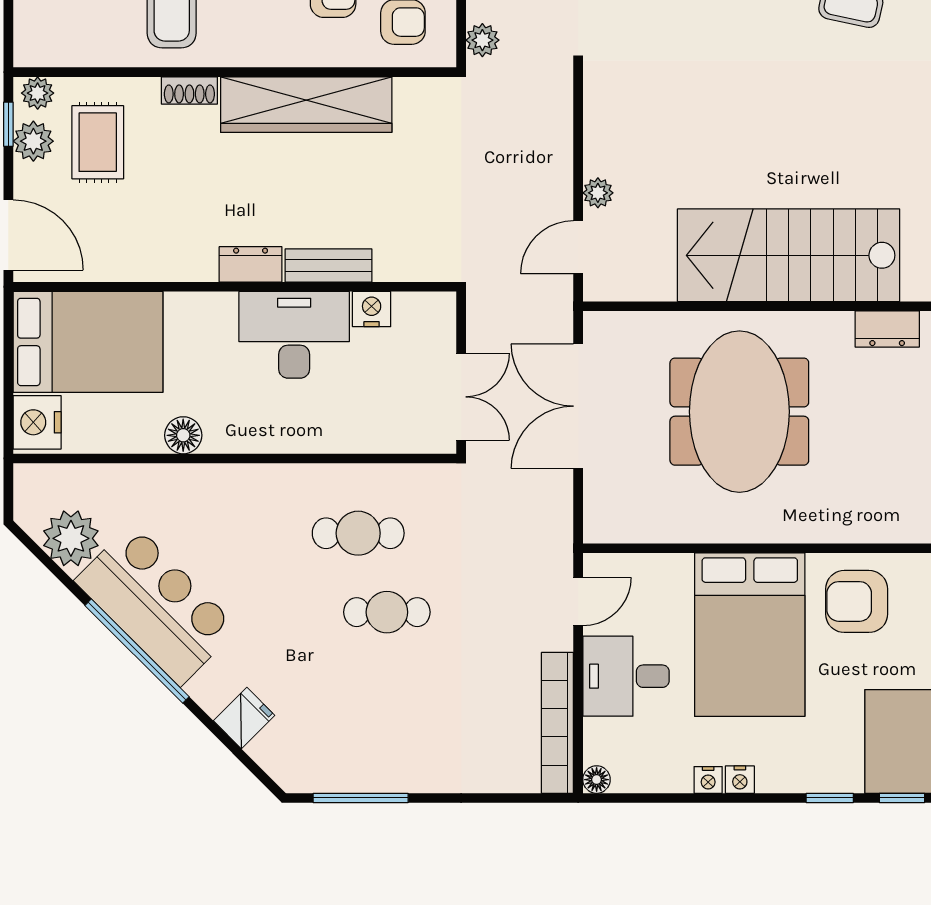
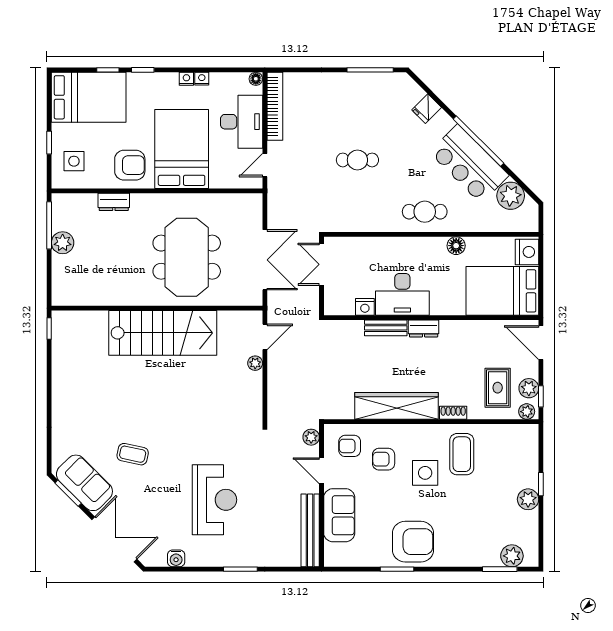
dresser: (887, 329) -> (114, 202), moved, turned 180
cafe table: (358, 533) -> (425, 212), moved
desk: (626, 676) -> (242, 122), width x1.37

